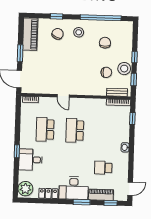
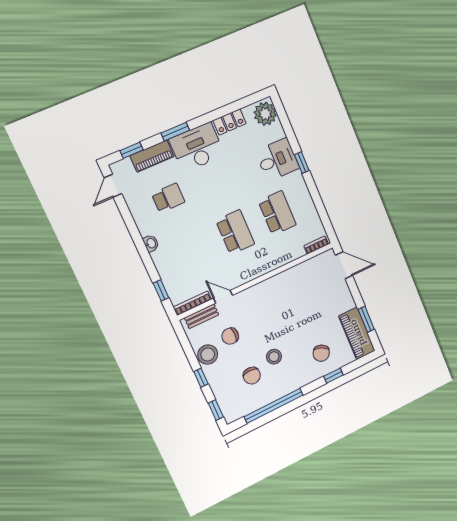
stool: (79, 32) -> (274, 357), moved
window: (20, 53) -> (366, 319), moved
window: (134, 80) -> (216, 410), moved
door: (63, 96) -> (223, 297), moved

